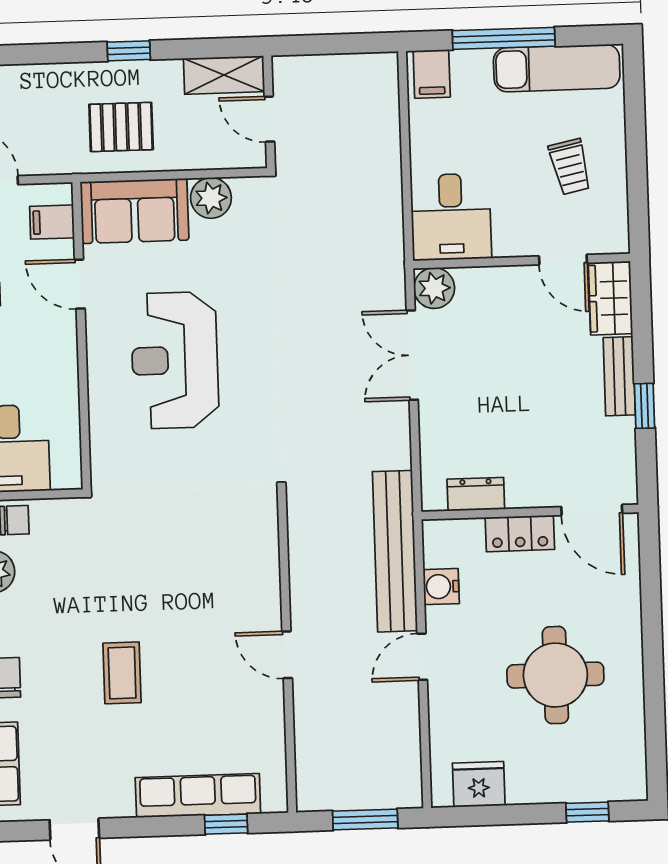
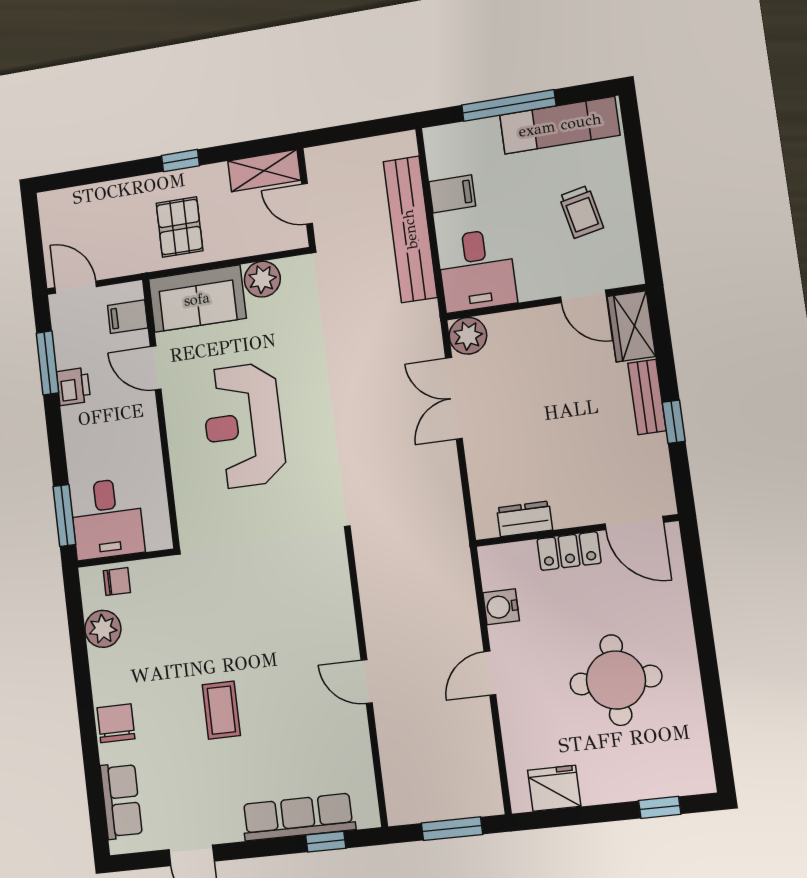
filing cabinet: (432, 74) -> (452, 194), moved, turned -90
pallet: (121, 127) -> (180, 227), turned 90
bench: (395, 551) -> (410, 229), moved

